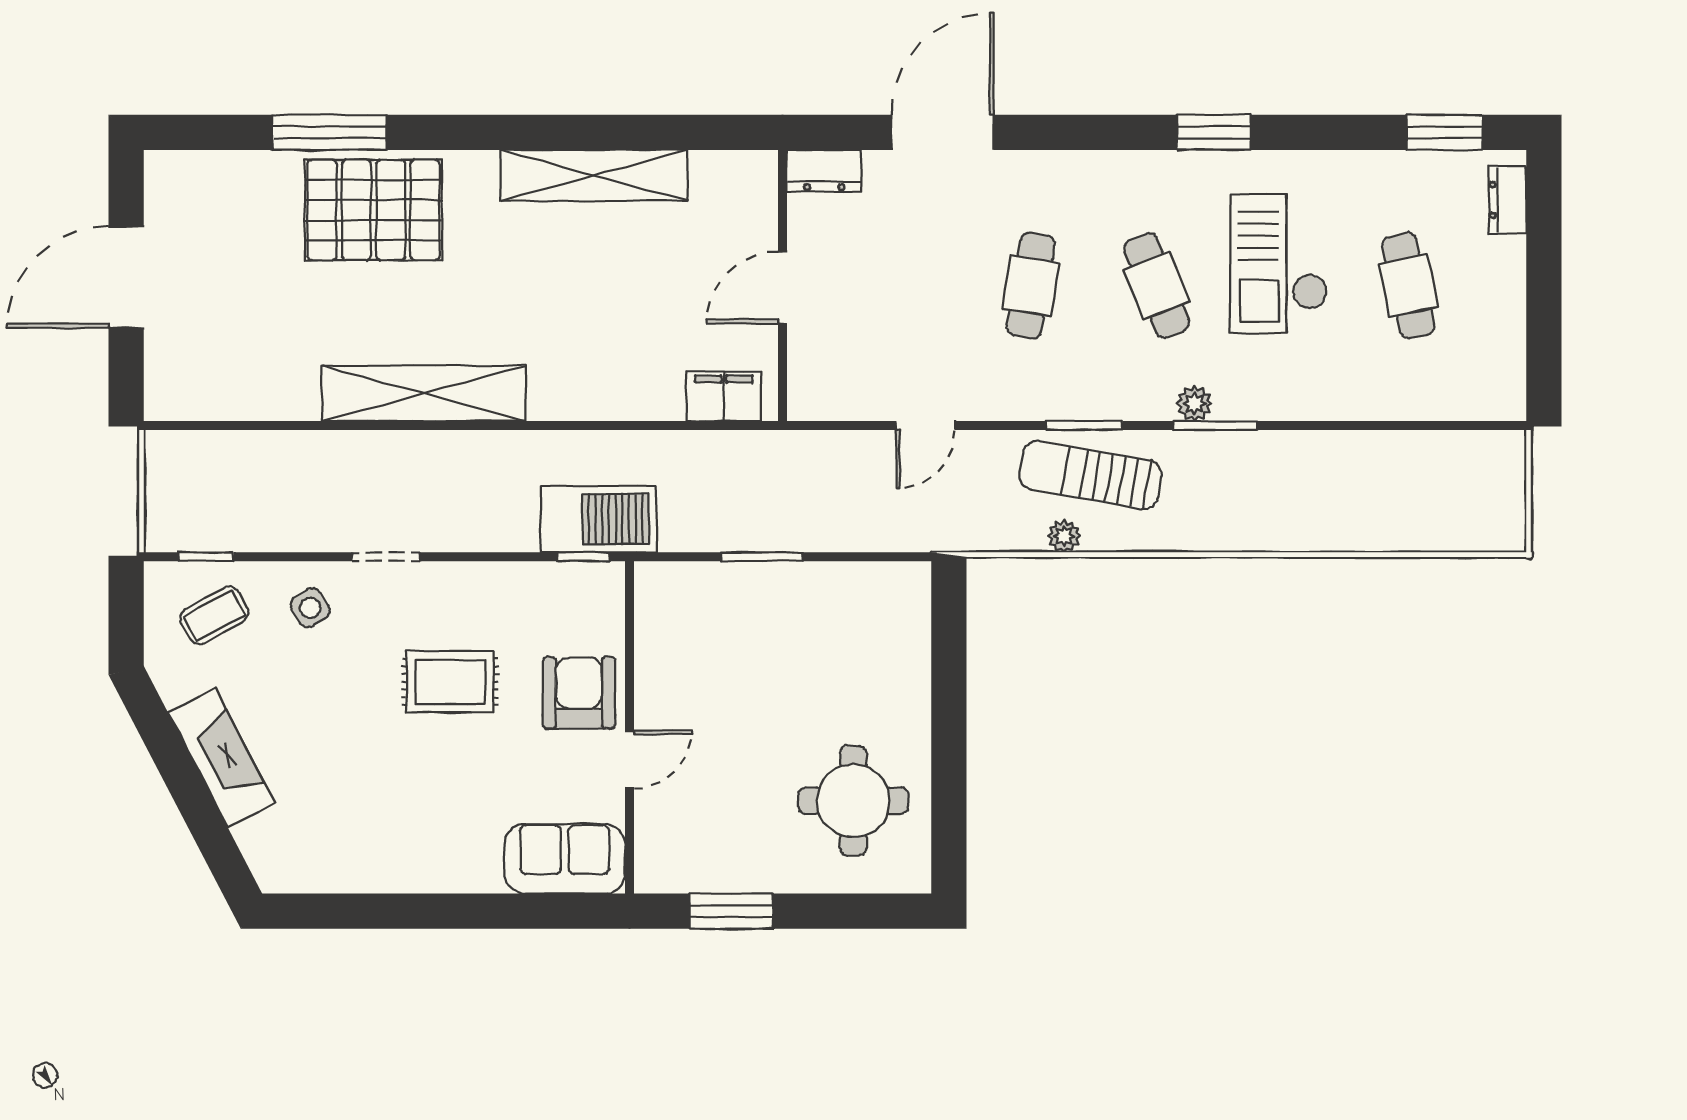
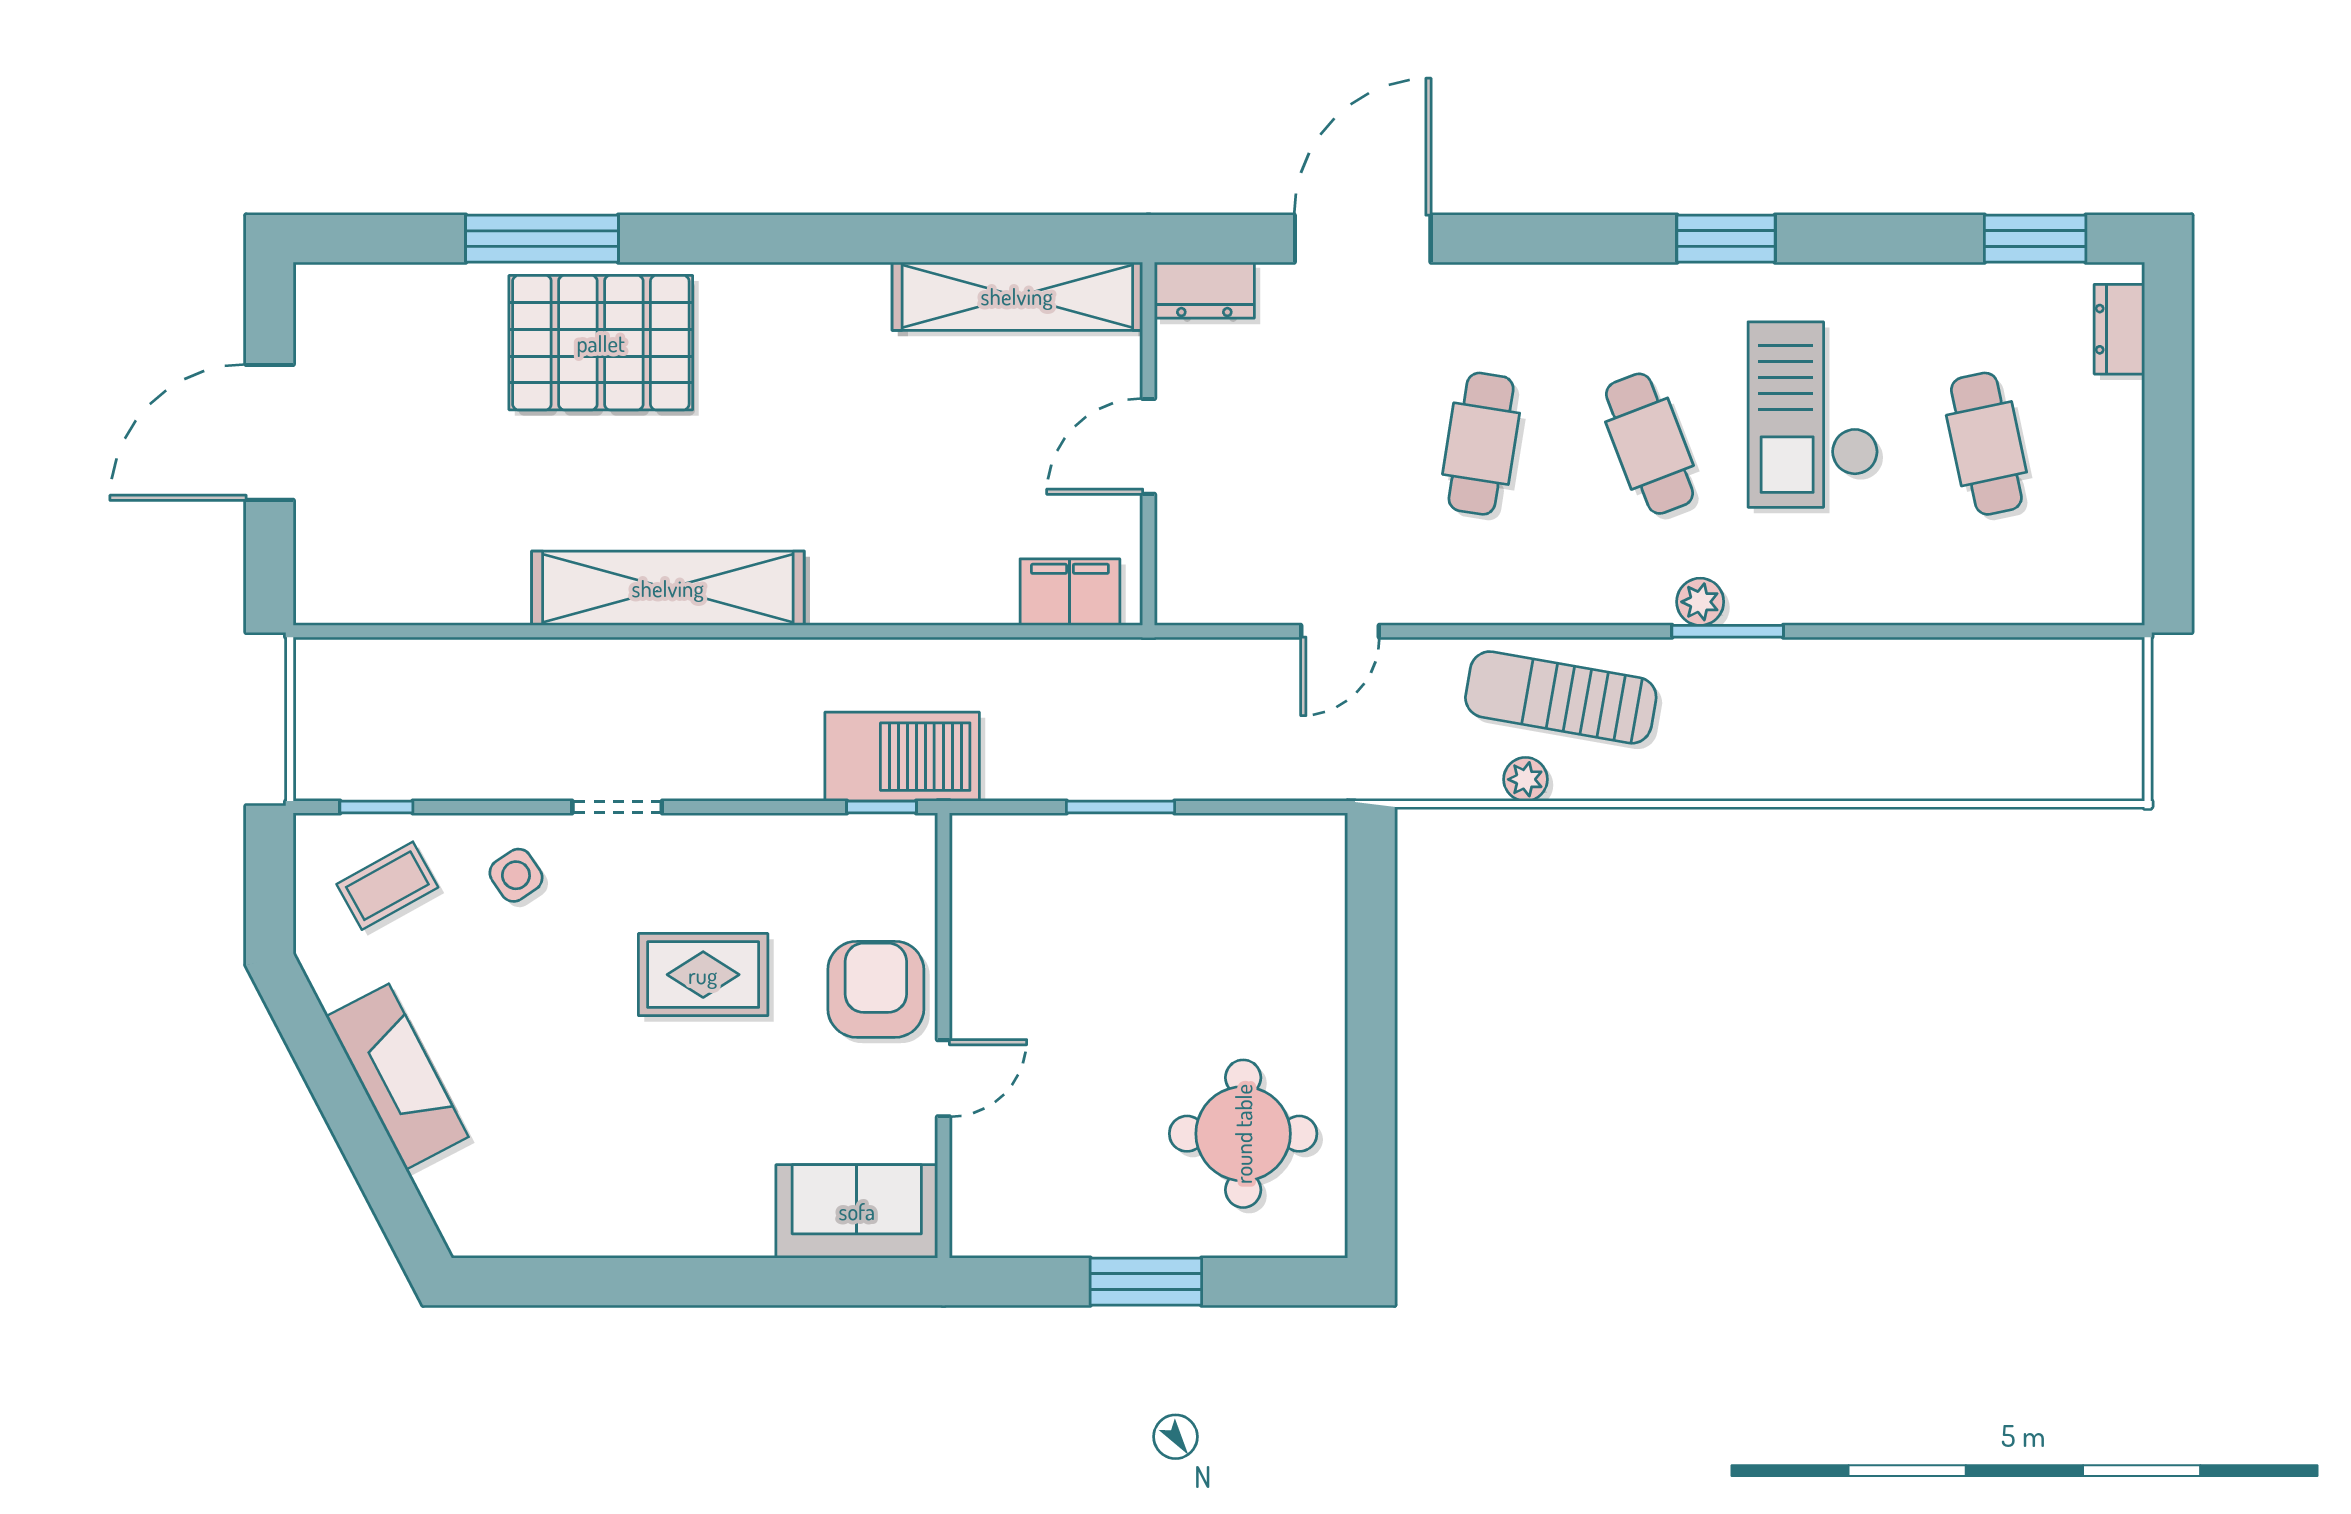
shelving: (594, 175) -> (1017, 296), moved
window: (1084, 426) -> (1553, 631), removed
window: (731, 911) -> (1146, 1282), moved

